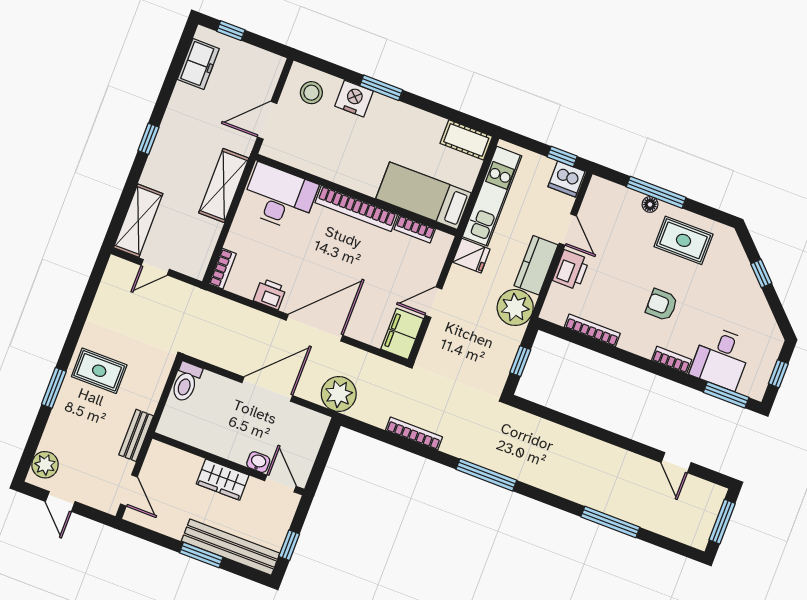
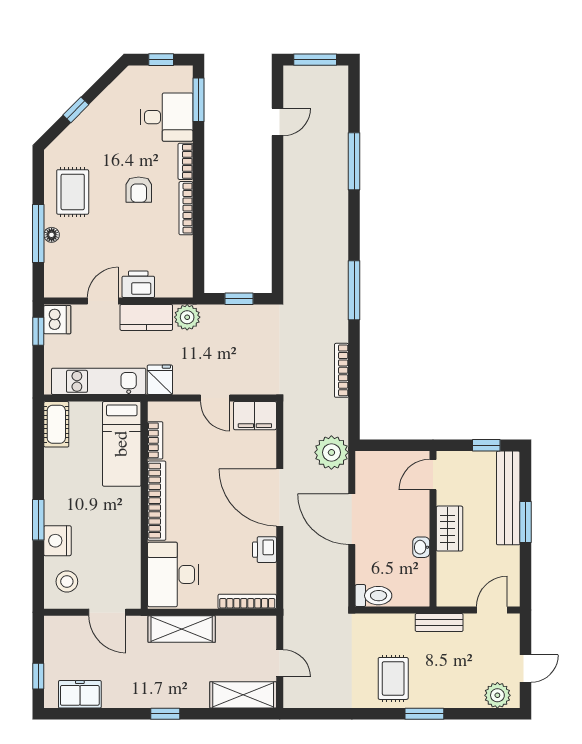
bookcase: (223, 269) -> (247, 601), width x1.56
plant: (515, 307) -> (187, 317), width x0.73, depth x0.73
bookcase: (592, 330) -> (186, 208), moved
washbasin: (258, 462) -> (421, 547), moved

